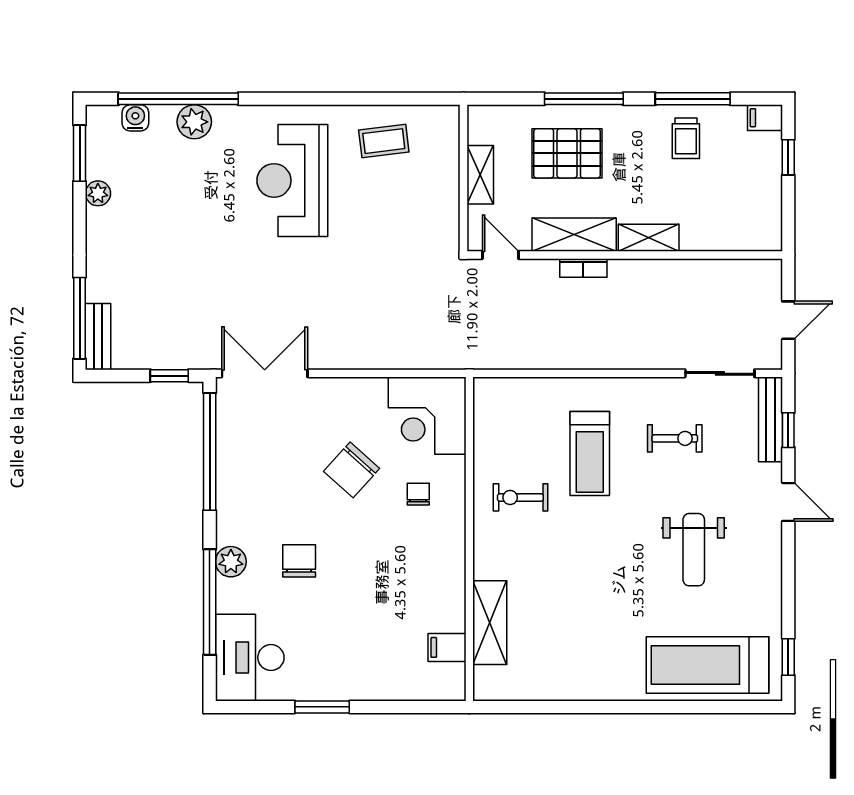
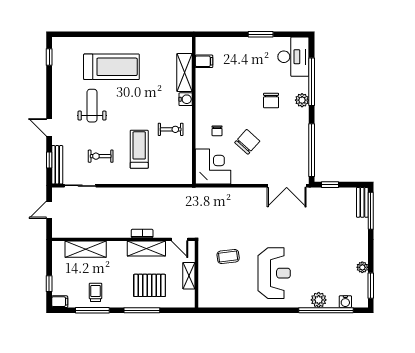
coffee table: (384, 141) -> (228, 256), moved
shelving: (649, 238) -> (86, 249), moved, width x1.50, depth x1.33
water cooler: (487, 564) -> (186, 99), added
treadmill: (708, 665) -> (111, 67), moved

